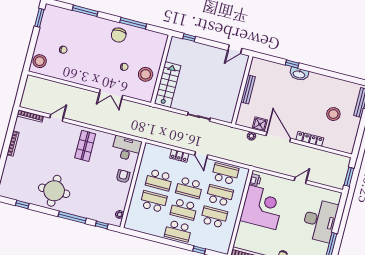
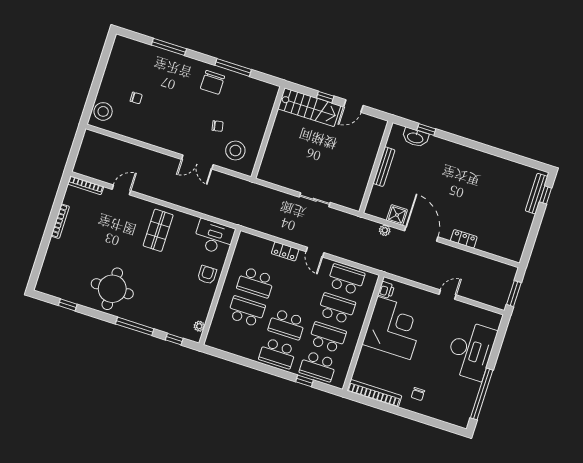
window: (39, 18) -> (106, 53), removed
window: (189, 38) -> (325, 97), moved
door: (235, 49) -> (353, 106), moved
window: (292, 64) -> (426, 130), moved
stool: (146, 74) -> (235, 150), moved
washbasin: (299, 74) -> (415, 137), moved
stairs: (168, 85) -> (309, 107), moved, turned 90
stool: (333, 114) -> (498, 207), removed
locker: (310, 139) -> (464, 239), width x0.66
school desk: (189, 188) -> (318, 366), moved

